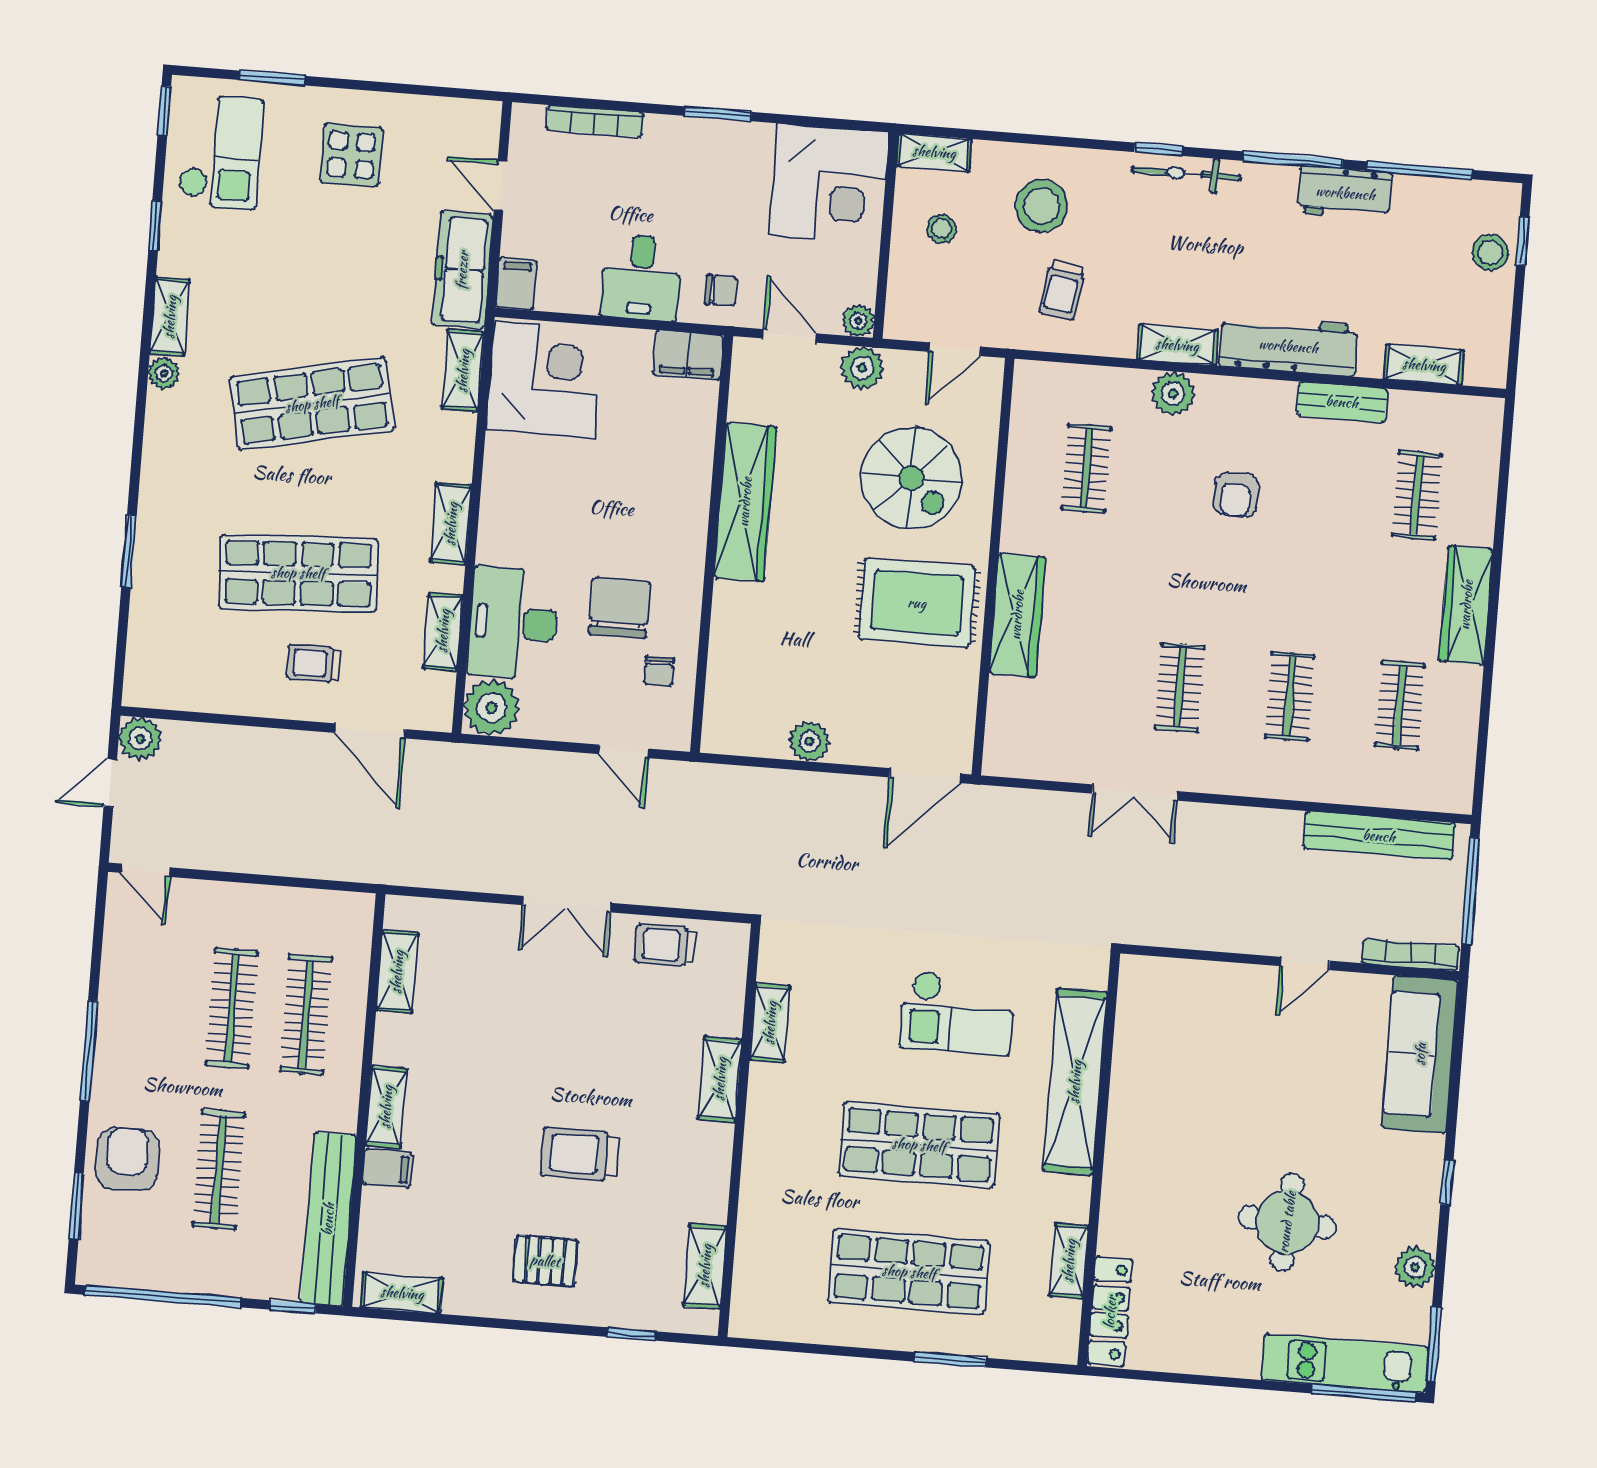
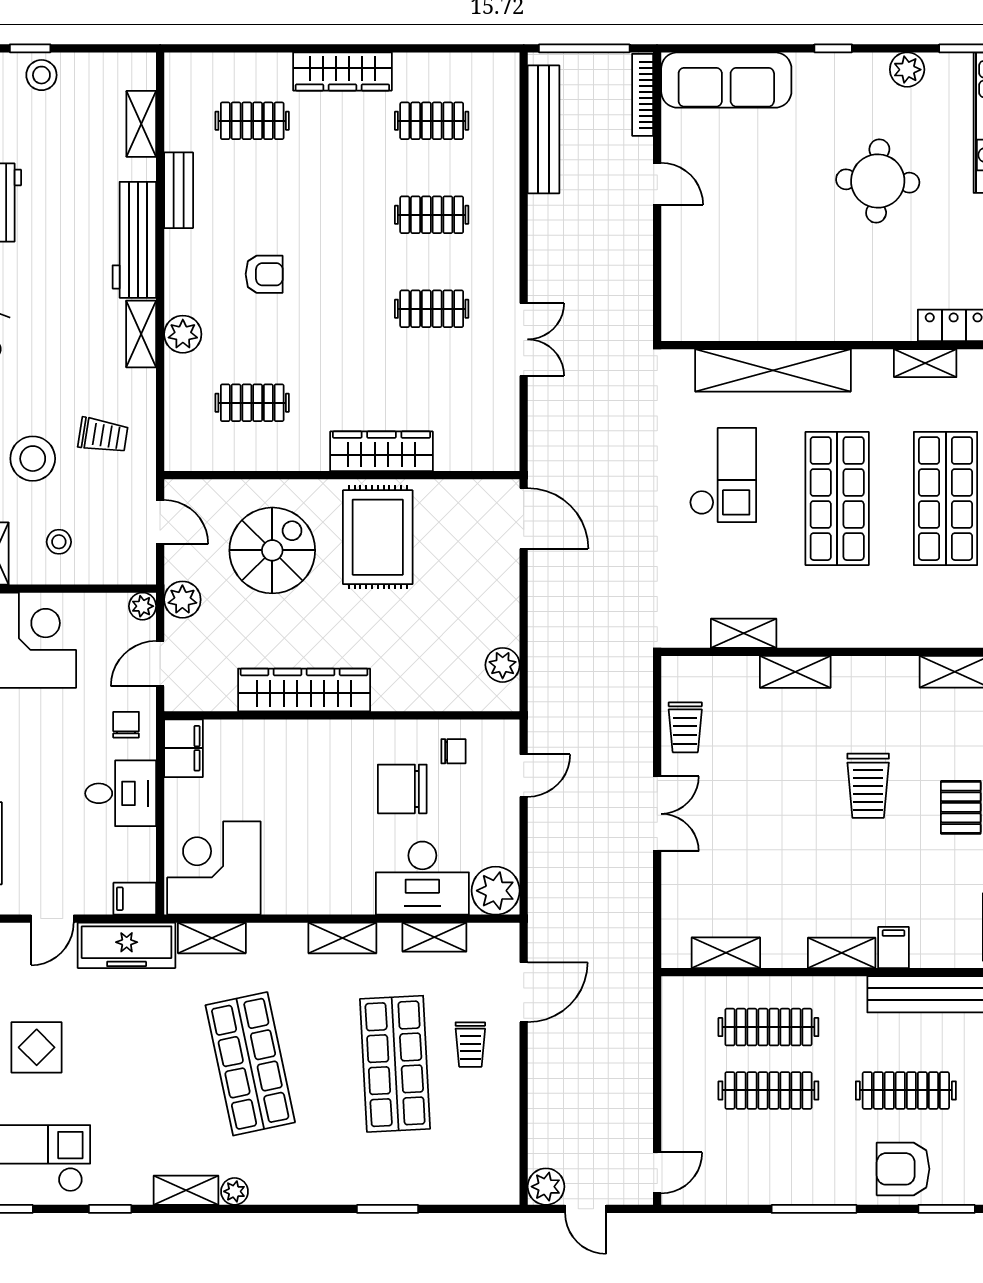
plant: (809, 741) -> (503, 665), moved

